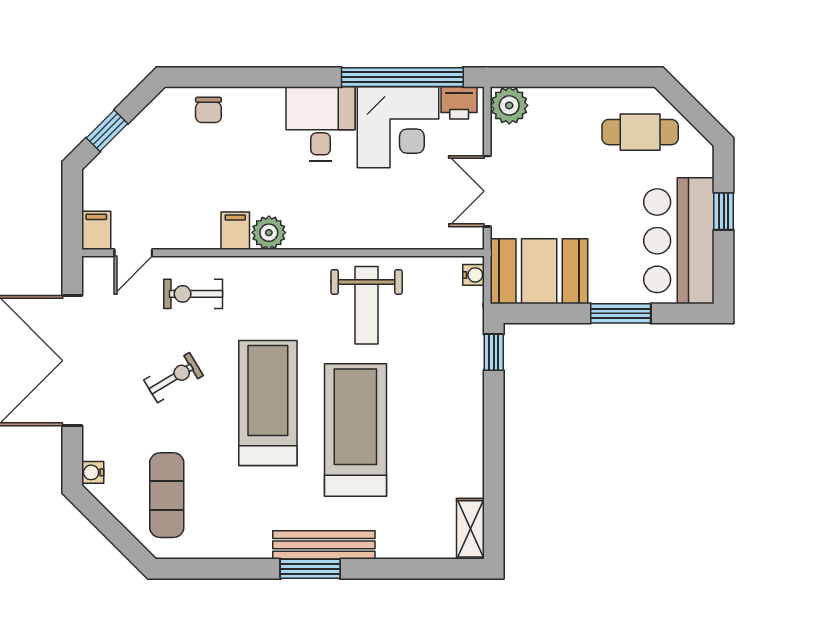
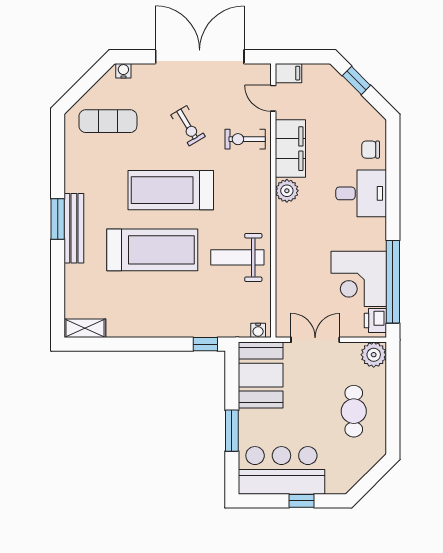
desk: (321, 124) -> (361, 193), moved
cafe table: (640, 132) -> (354, 411), moved
filing cabinet: (235, 231) -> (290, 149), width x3.00, depth x1.17
exercise bike: (193, 294) -> (245, 139), turned -90
treadmill: (268, 403) -> (171, 190), turned 180

